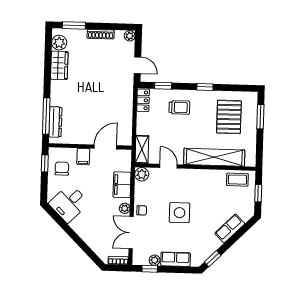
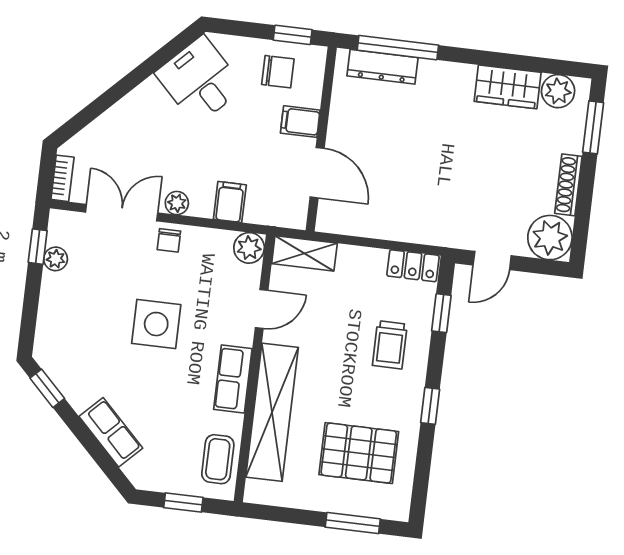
plant: (130, 36) -> (550, 238), width x1.87, depth x1.87
filing cabinet: (122, 185) -> (230, 202), width x0.50
row of seats: (176, 259) -> (233, 379), moved, turned 180

